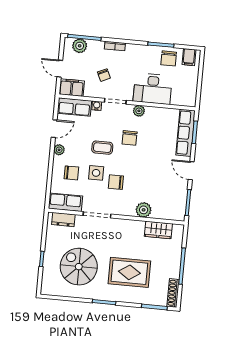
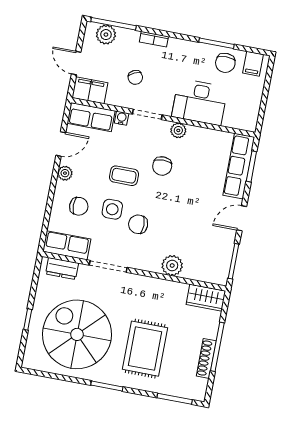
door: (191, 171) -> (242, 218), hinge flipped
wardrobe: (158, 230) -> (206, 298), moved
spiral stairs: (79, 267) -> (77, 334), width x1.37, depth x1.37
rug: (129, 272) -> (145, 349), turned 90
shoe rack: (173, 293) -> (206, 358), moved

